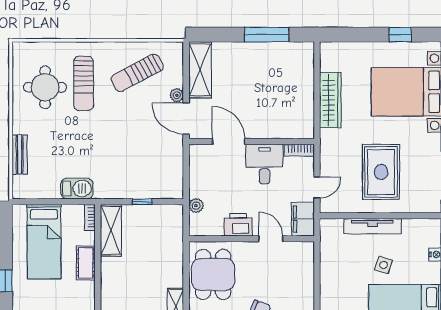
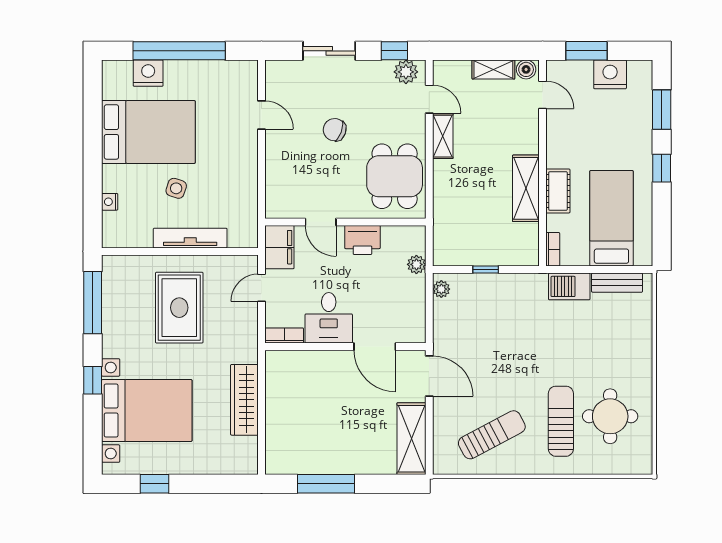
plant: (177, 95) -> (441, 289), moved
bench: (20, 155) -> (617, 283), moved, turned 90
shelving: (111, 230) -> (526, 188), moved

